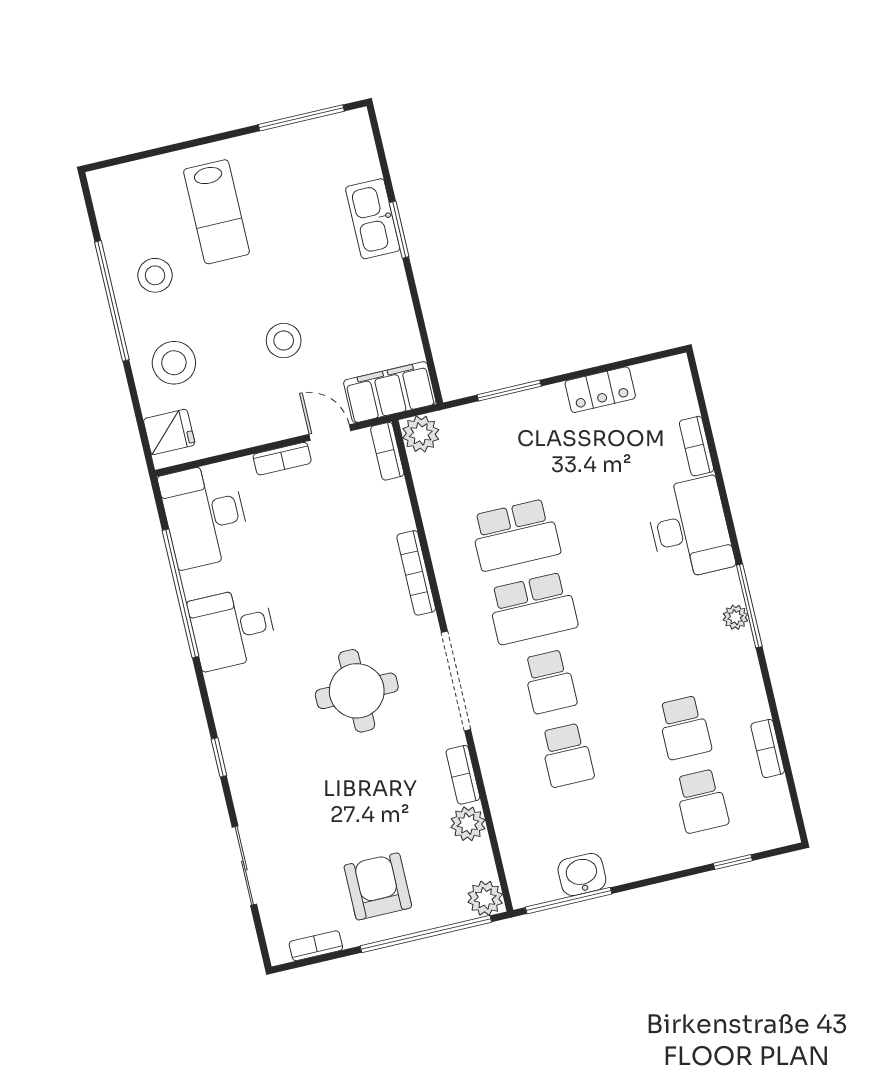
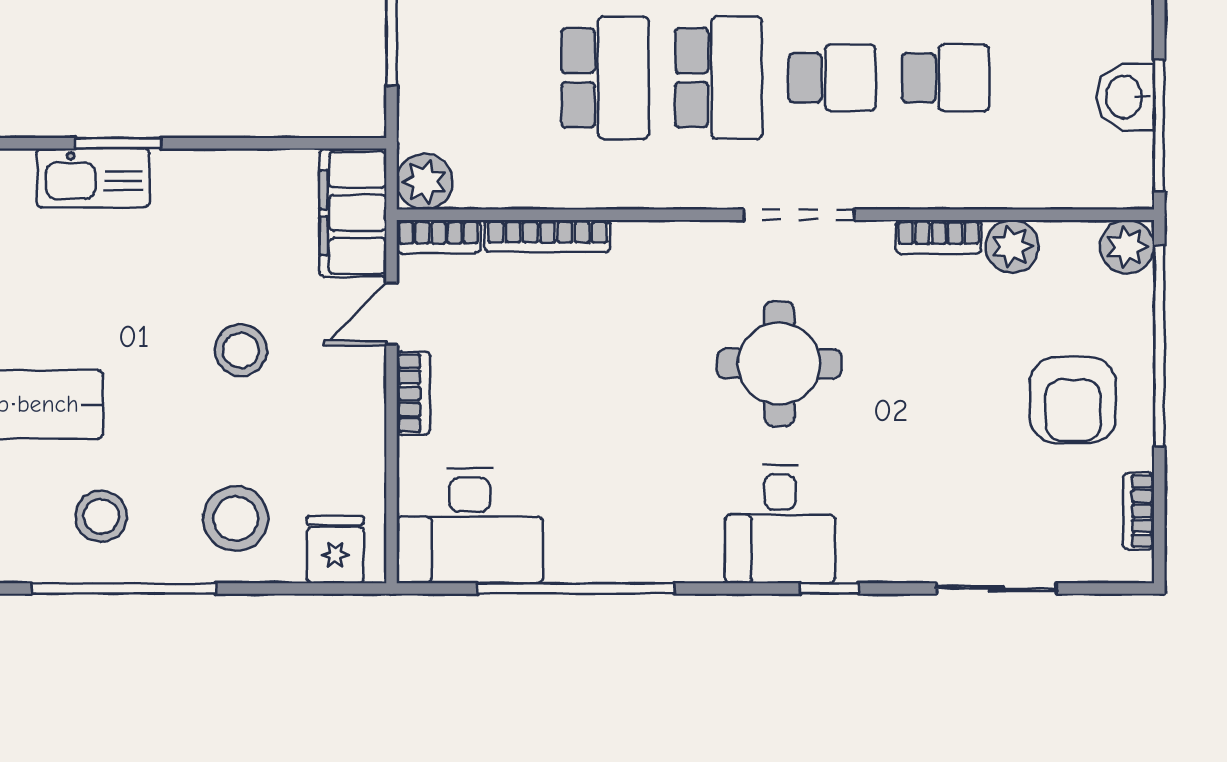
bookcase: (416, 573) -> (548, 236), moved
desk: (233, 628) -> (780, 524), moved
doorway: (456, 681) -> (799, 215), width x0.73
armchair: (378, 886) -> (1073, 400), turned -90

